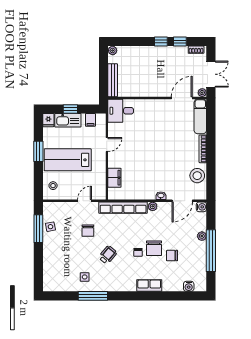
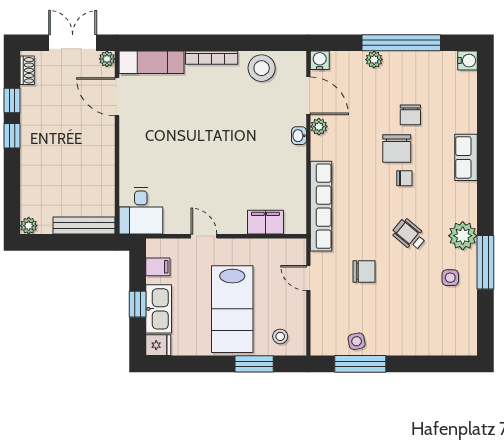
window: (38, 151) -> (254, 364), moved
plant: (153, 206) -> (319, 127), moved
chair: (154, 248) -> (397, 149), turned 90
plant: (107, 284) -> (463, 236), added
water cooler: (189, 286) -> (468, 61), moved

